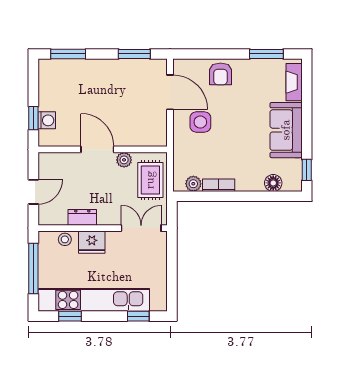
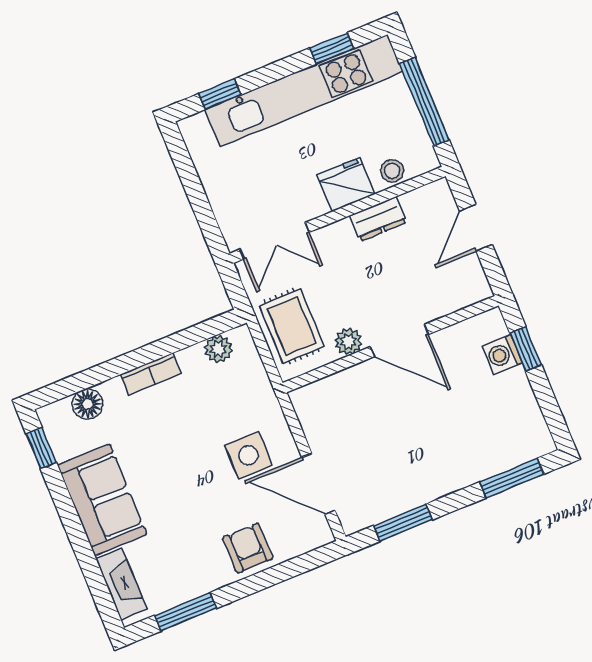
bookcase: (219, 185) -> (151, 374), moved

